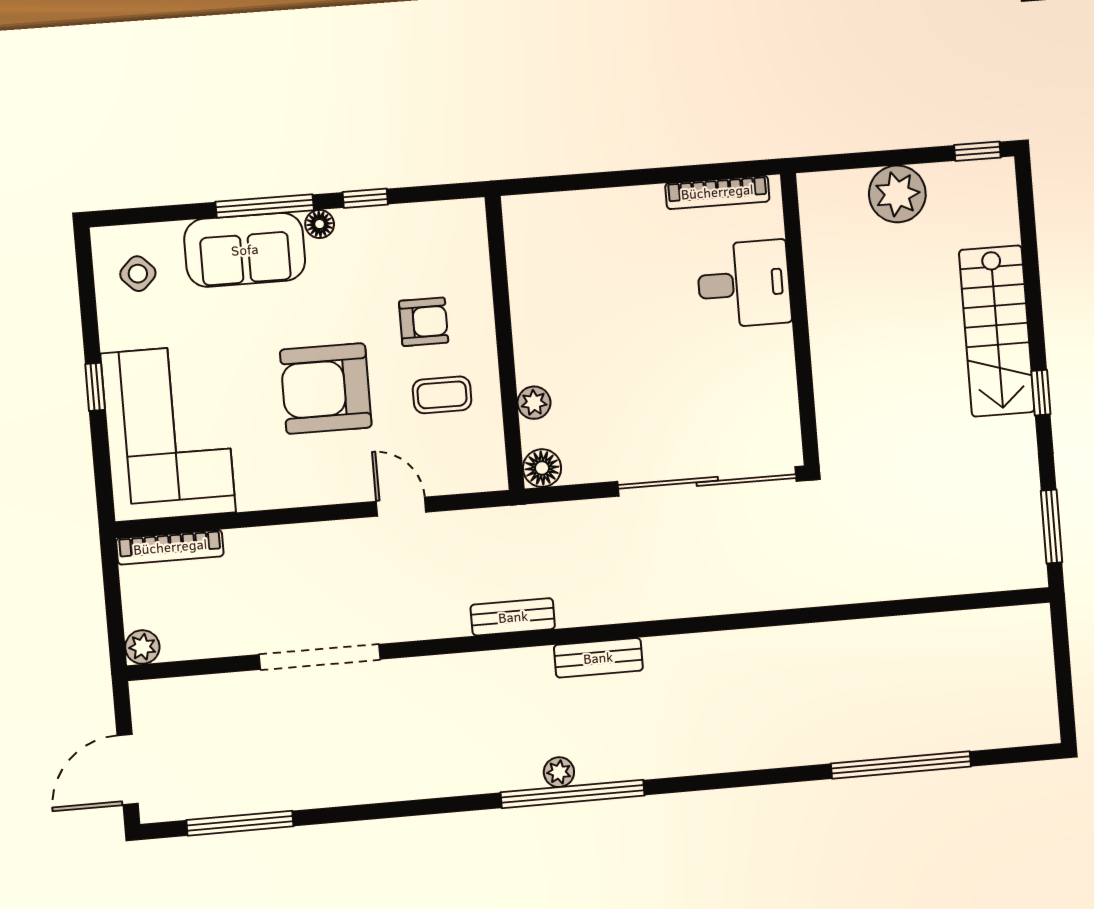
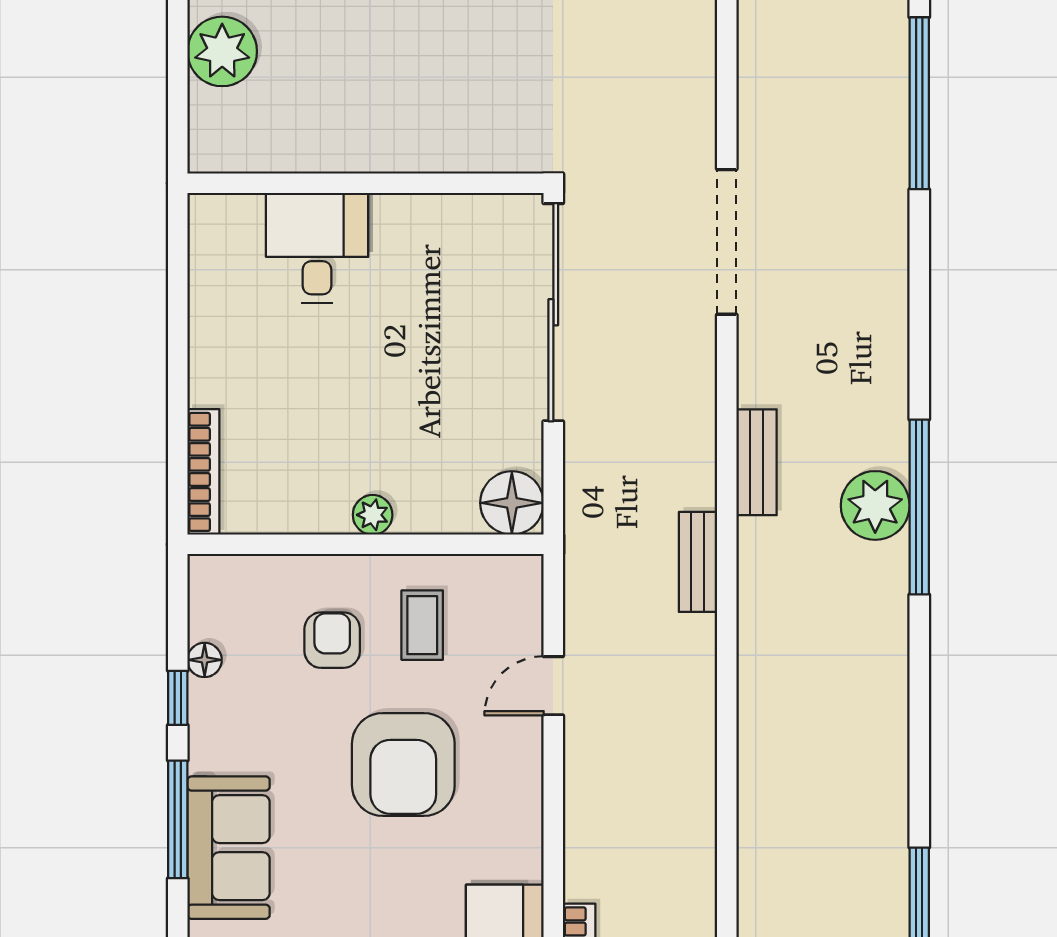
bookcase: (717, 192) -> (203, 472), moved
floor lamp: (320, 224) -> (205, 660), moved
plant: (534, 403) -> (373, 515), moved
floor lamp: (542, 468) -> (512, 503), width x1.38, depth x1.38
doorway: (320, 657) -> (727, 242), moved
plant: (559, 772) -> (875, 505), width x1.88, depth x1.88

